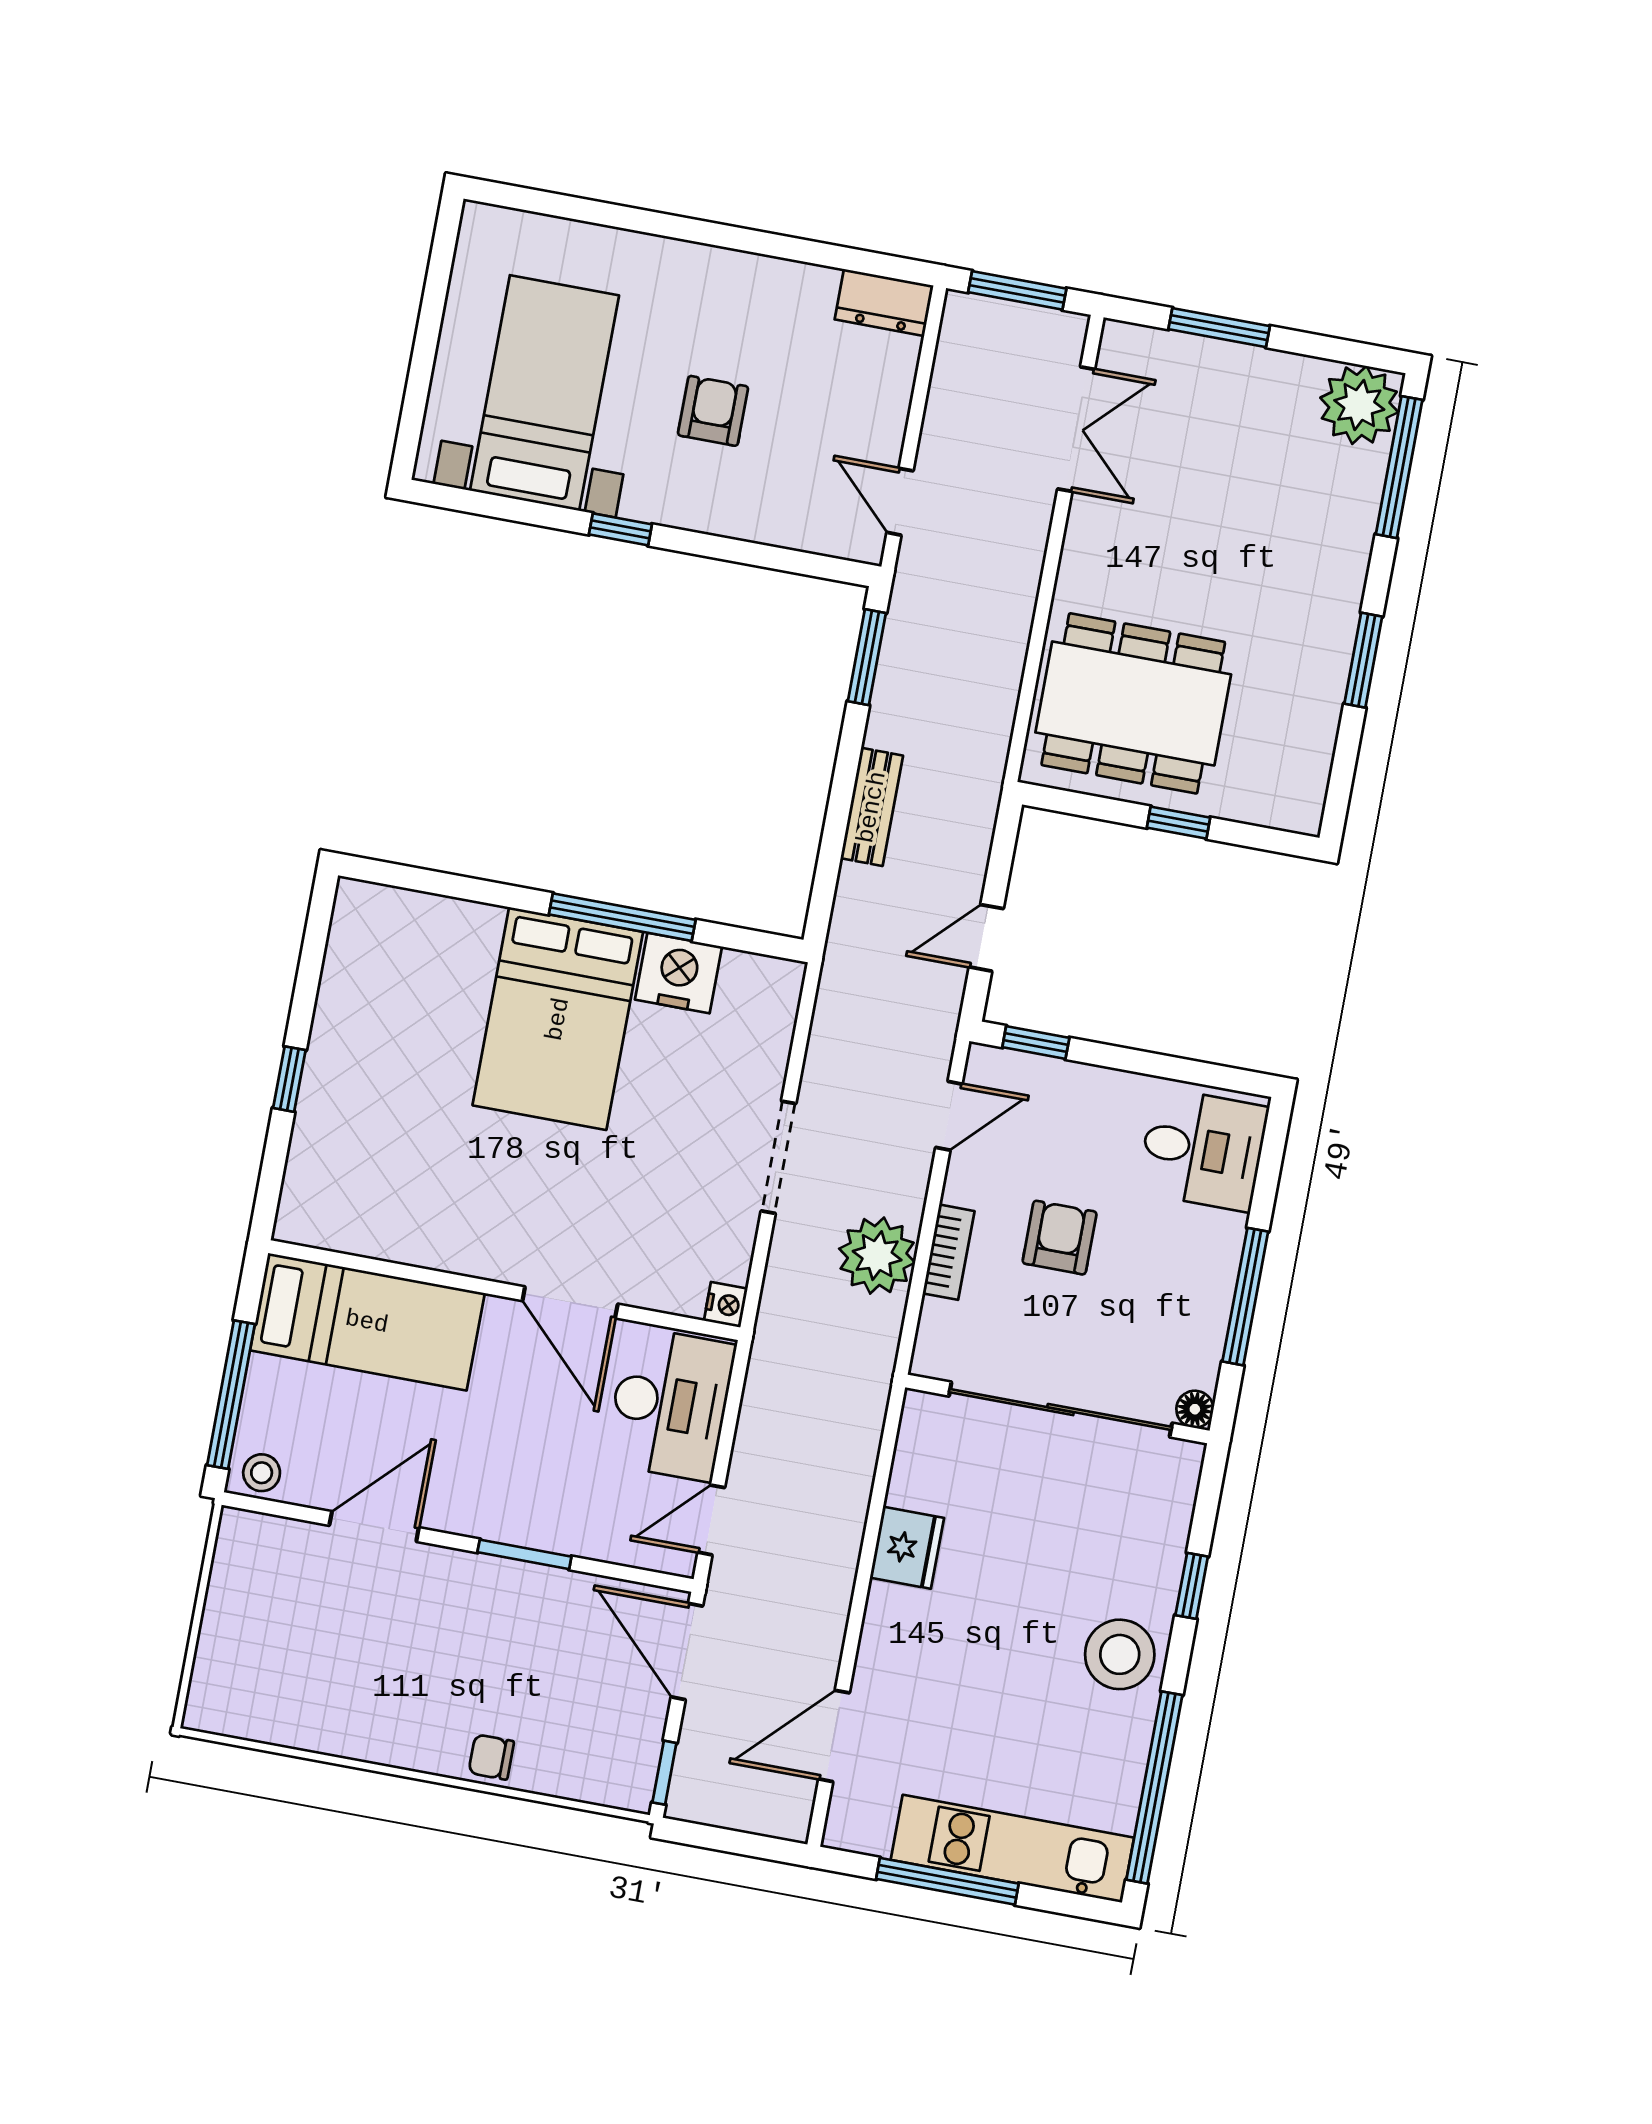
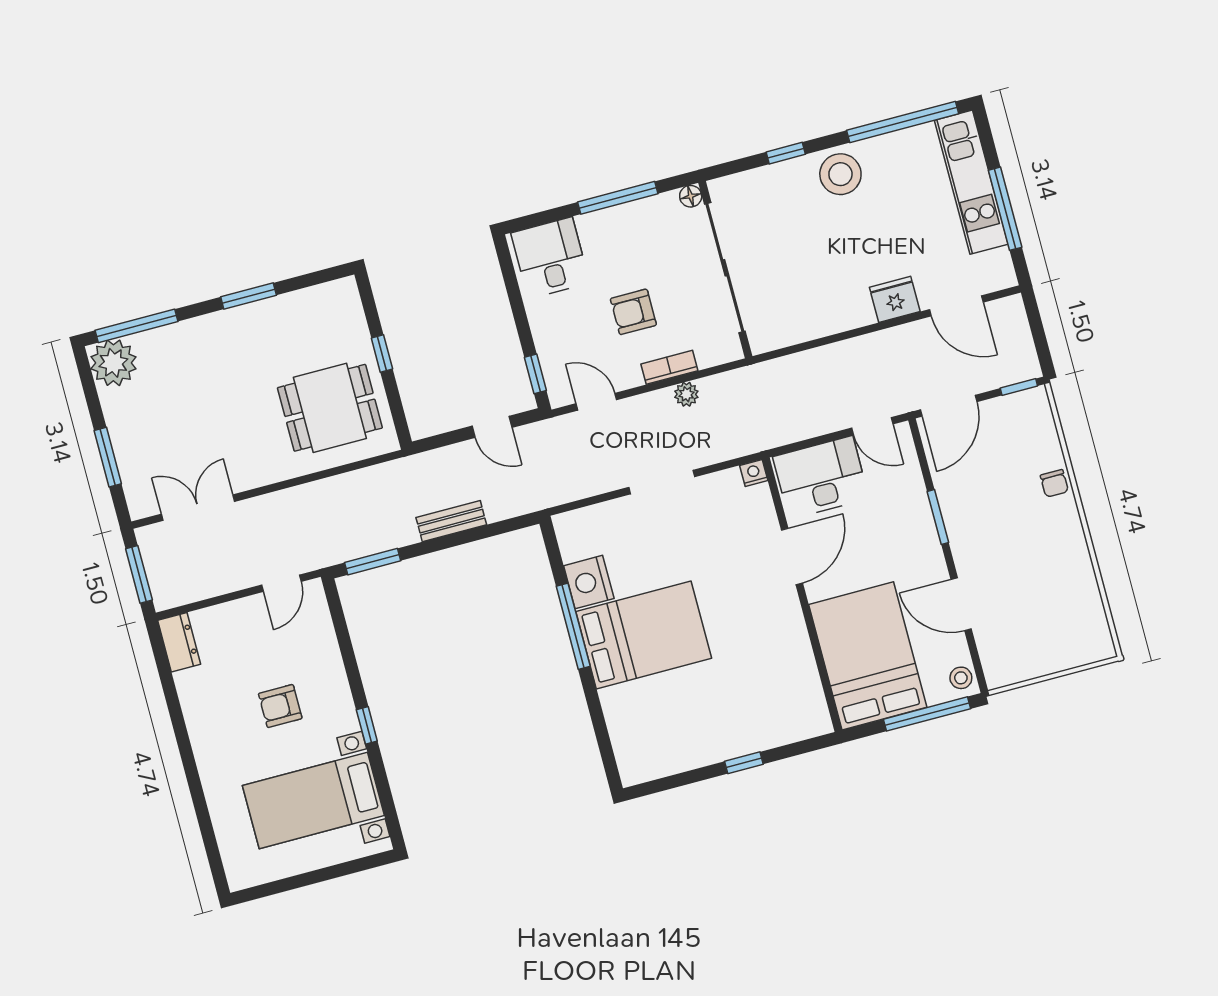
dining table: (1133, 703) -> (330, 408), width x0.73
plant: (877, 1256) -> (686, 394), width x0.53, depth x0.53
bed: (367, 1322) -> (868, 656), width x1.50
fridge: (907, 1548) -> (895, 299), moved

